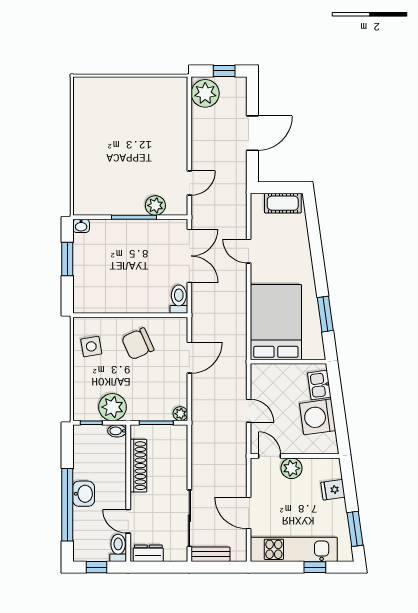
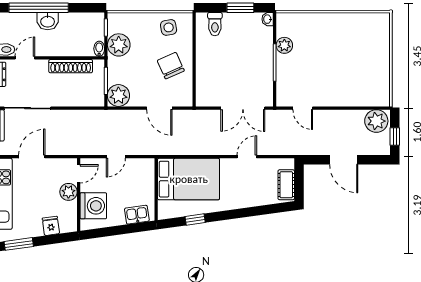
plant: (155, 205) -> (284, 45), moved
toilet: (179, 299) -> (215, 24), moved, turned 90
window: (325, 314) -> (195, 220), width x0.67
plant: (180, 414) -> (118, 95), width x1.88, depth x1.88
washing machine: (318, 417) -> (93, 206), moved, turned 98

